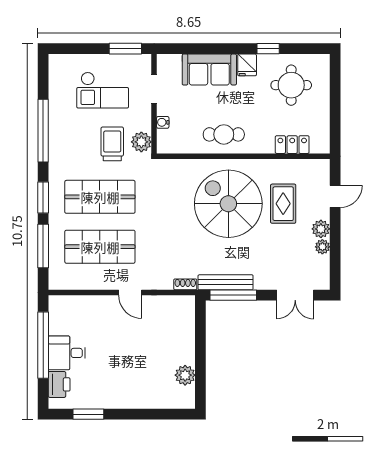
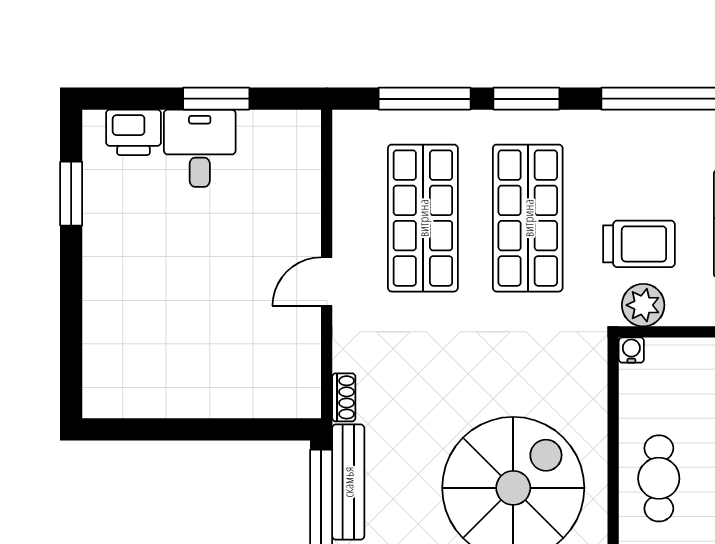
water cooler: (163, 122) -> (631, 350), moved
window: (43, 345) -> (216, 99), width x0.47
plant: (185, 375) -> (153, 397), removed

